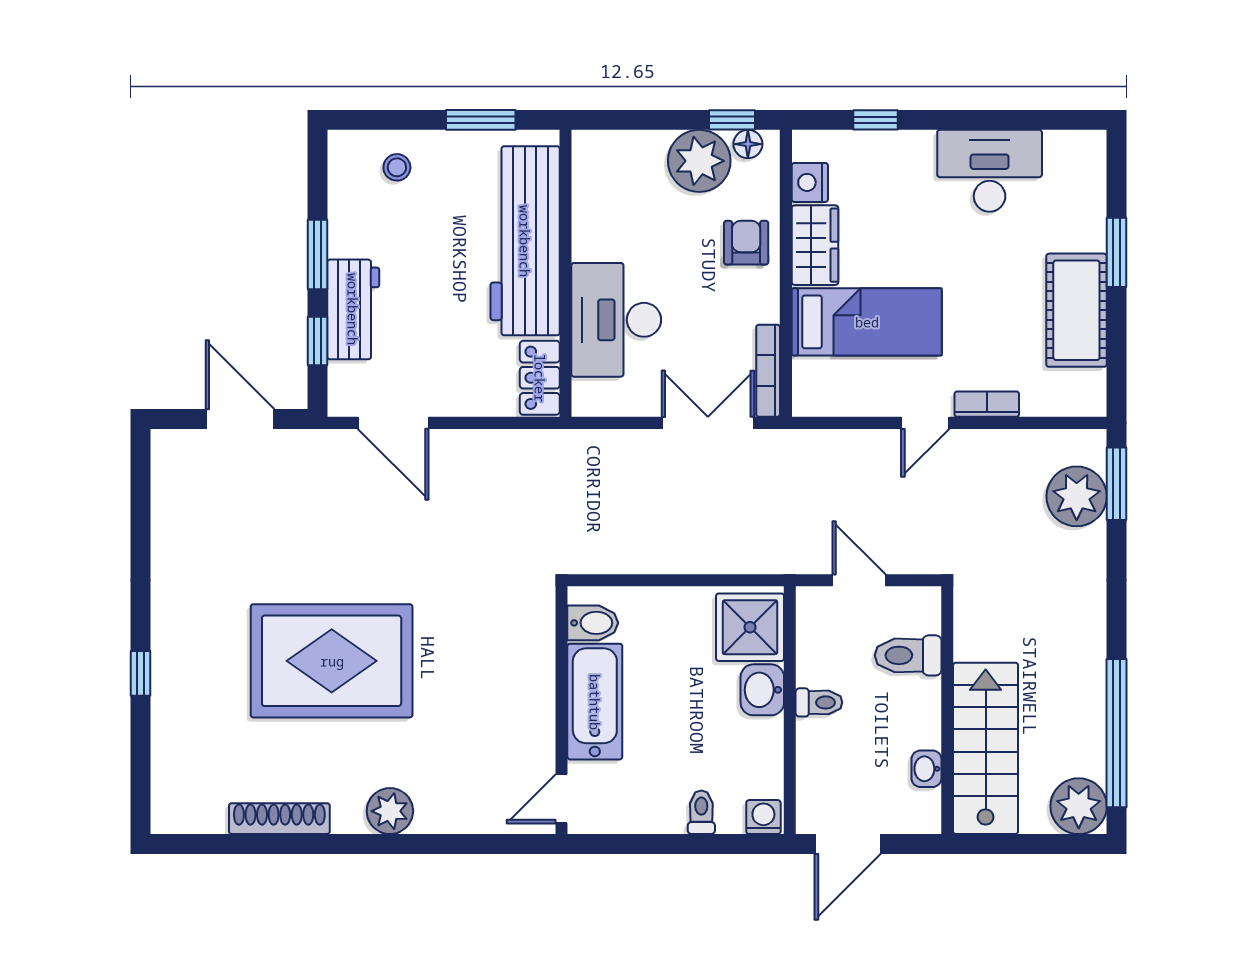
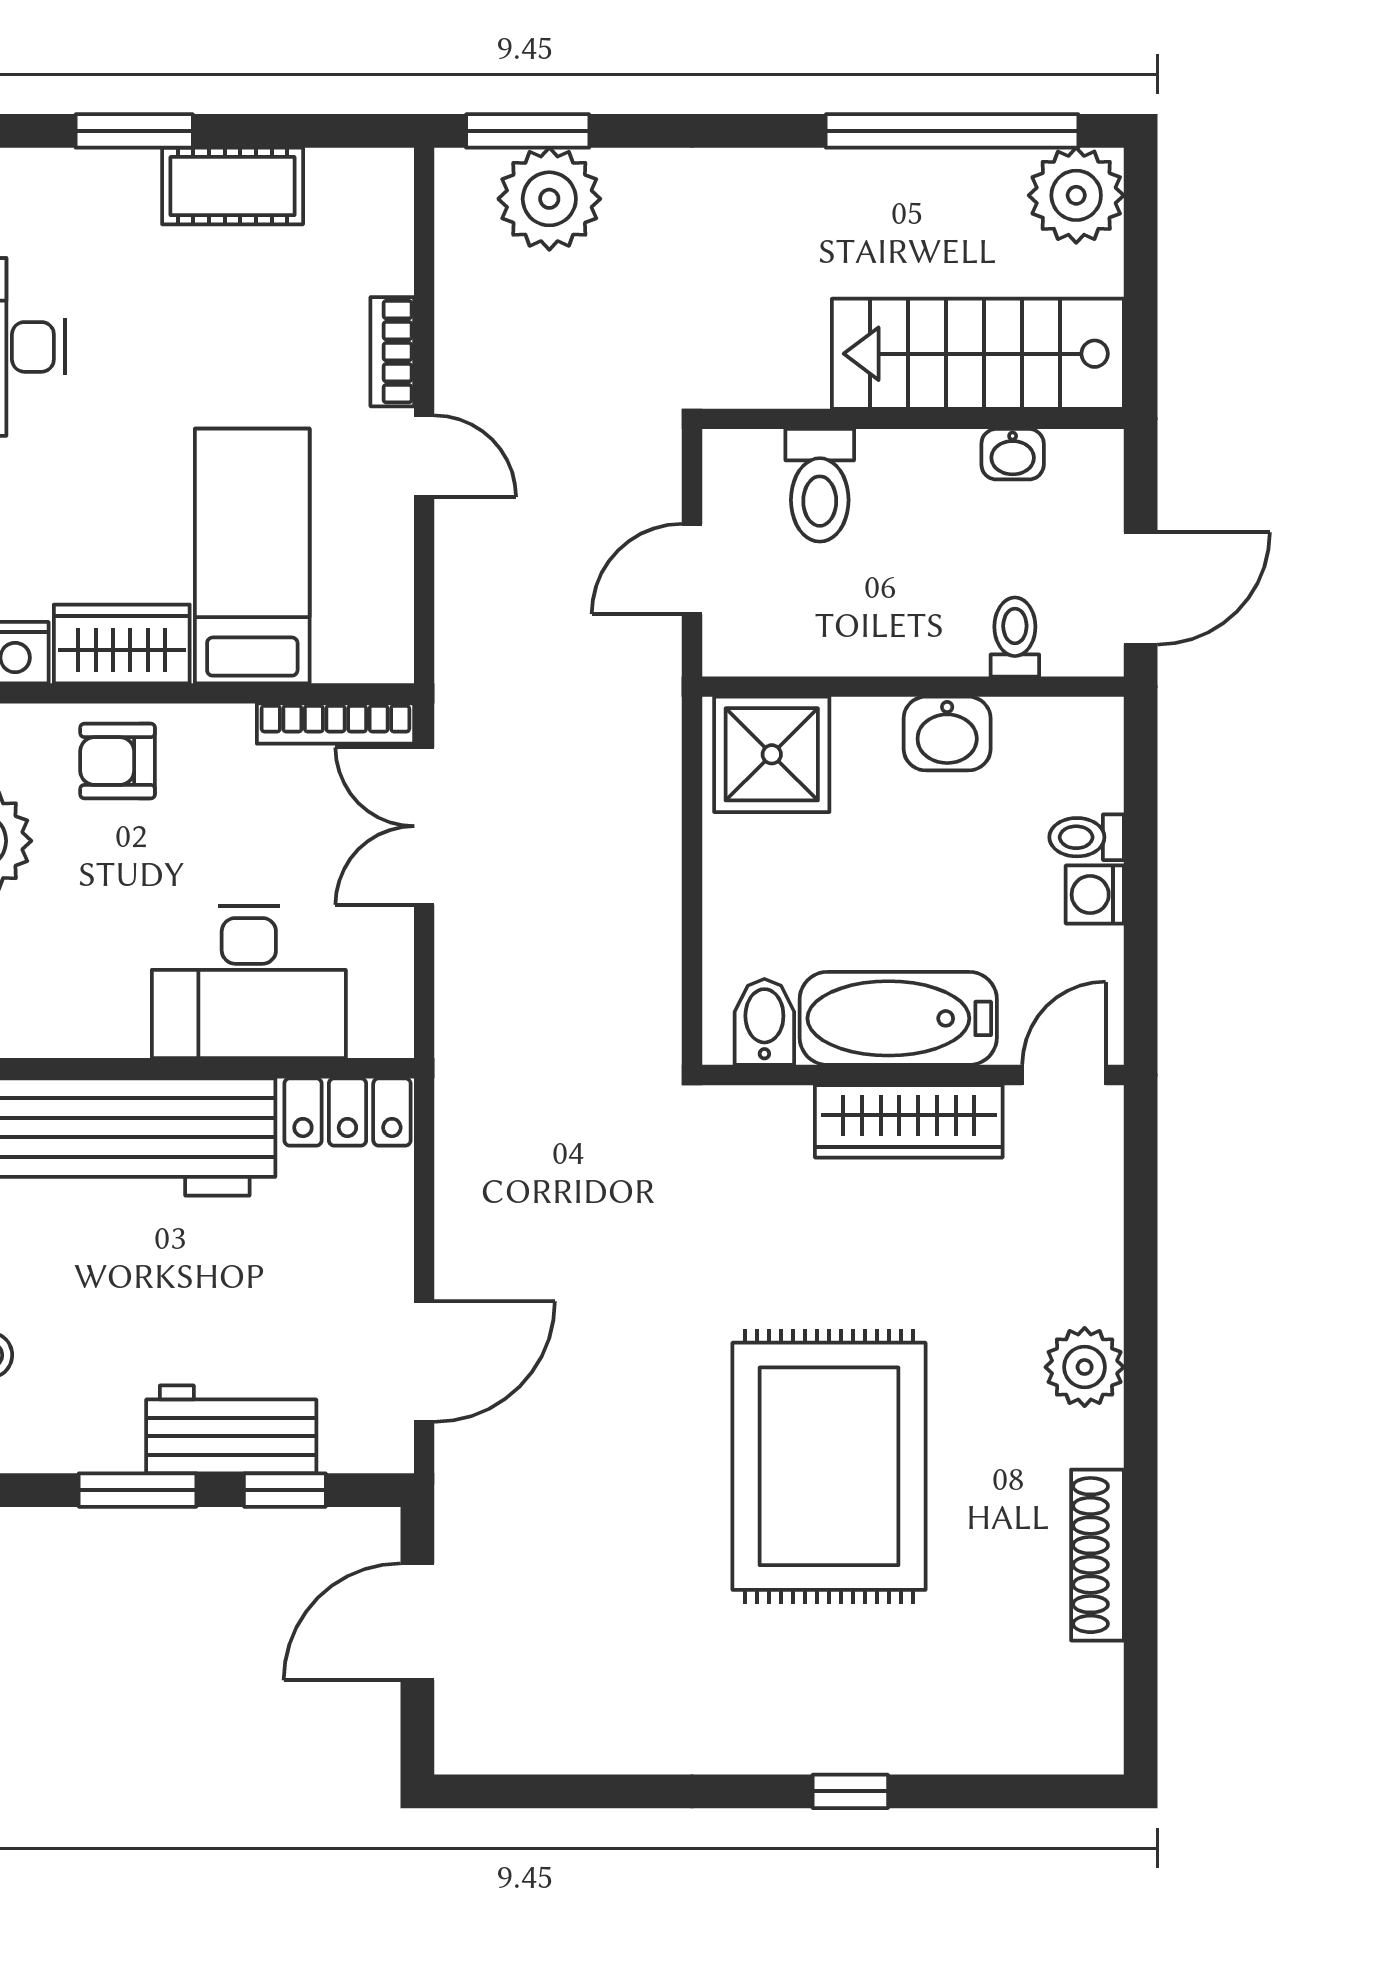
cot: (1076, 310) -> (233, 186), width x0.73, depth x0.75
washbasin: (762, 690) -> (947, 734), moved
toilet: (819, 702) -> (1015, 637), moved
wardrobe: (534, 708) -> (909, 1121), added
door: (562, 799) -> (1064, 1075), swing flipped
washing machine: (763, 817) -> (1095, 895), moved
door: (848, 844) -> (1141, 588), hinge flipped

